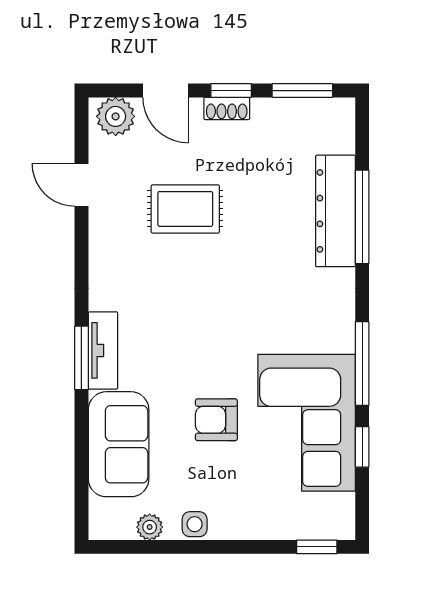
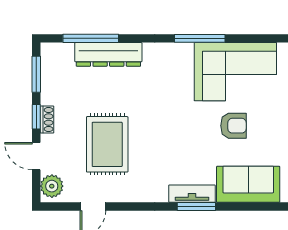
door: (166, 91) -> (36, 156), swing flipped
rug: (185, 209) -> (107, 144), width x1.36, depth x1.43
window: (362, 217) -> (91, 38), moved
armchair: (216, 420) -> (233, 126), turned -90
window: (362, 447) -> (250, 38), removed

